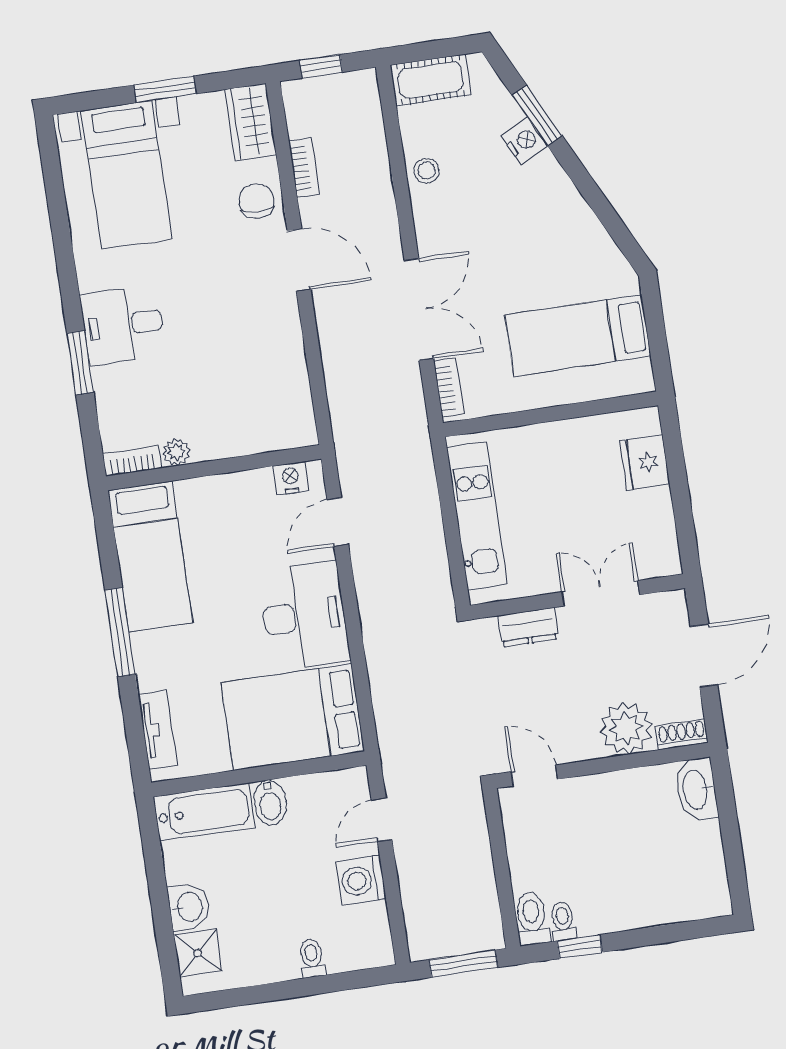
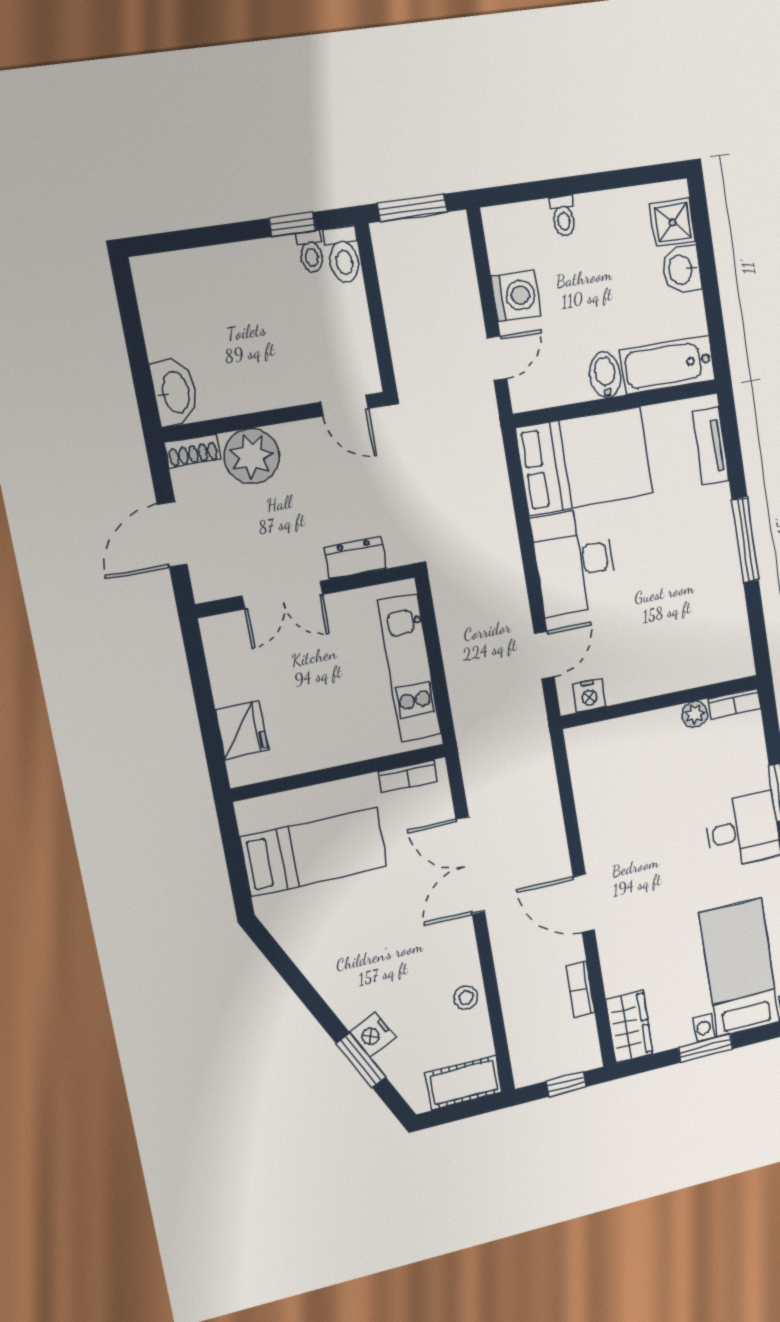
chair: (257, 201) -> (623, 955), removed
bookcase: (449, 388) -> (408, 776), moved, turned -90
bed: (150, 556) -> (718, 614), removed

